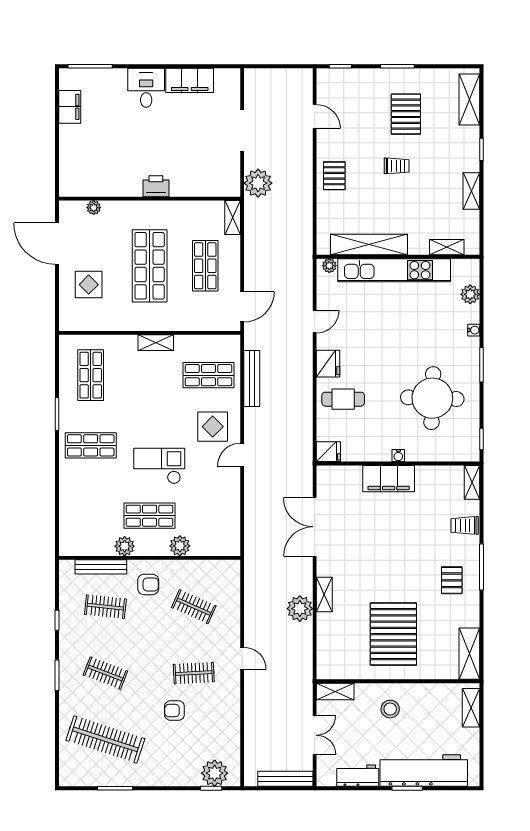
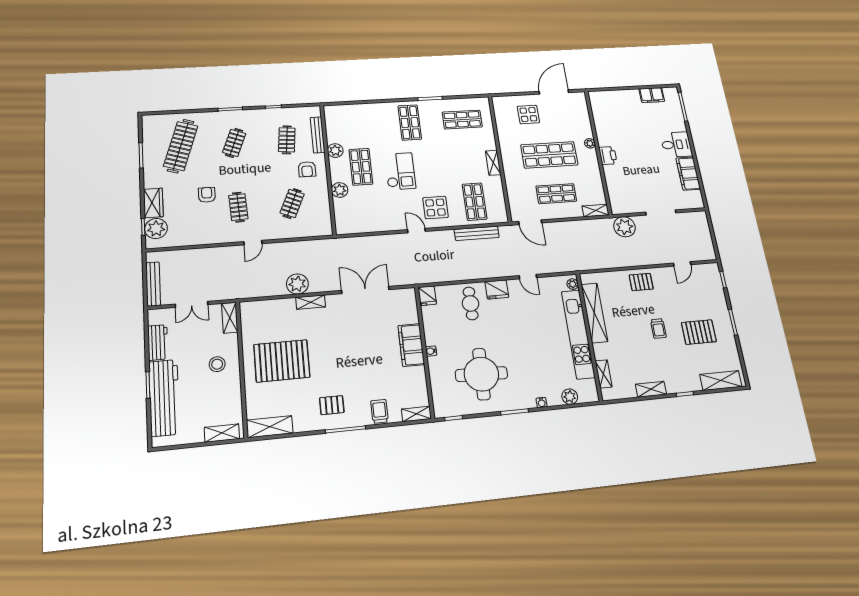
plant: (94, 208) -> (590, 143), moved
wardrobe: (181, 775) -> (153, 203), added

